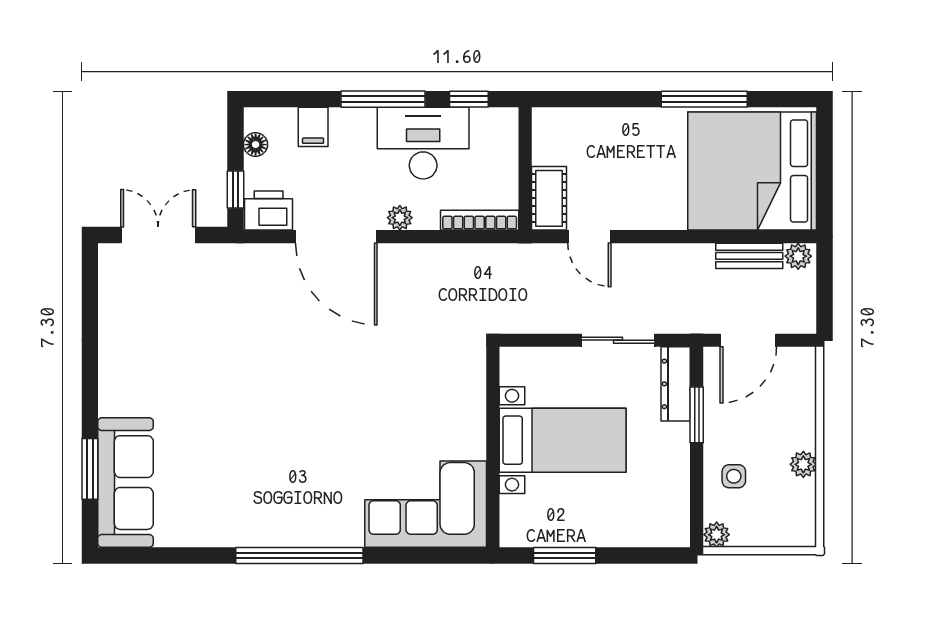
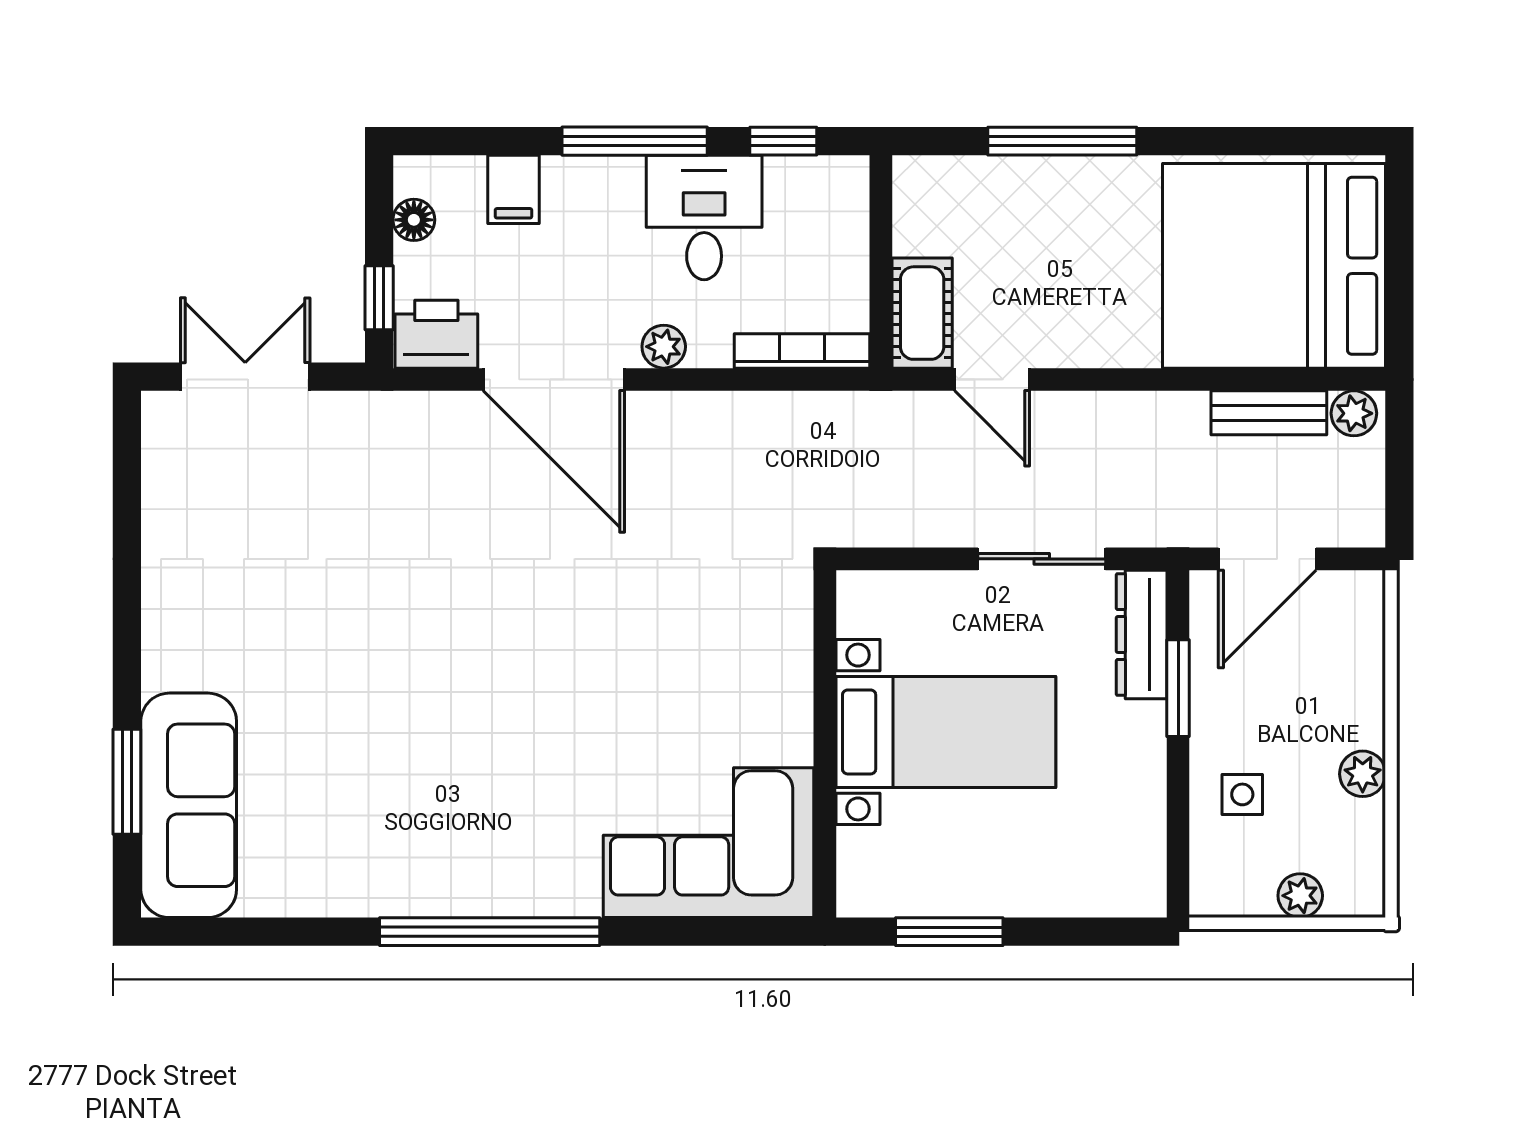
window: (704, 99) -> (1062, 141), moved
desk: (423, 143) -> (704, 218), width x0.73
plant: (717, 535) -> (1300, 896), moved

